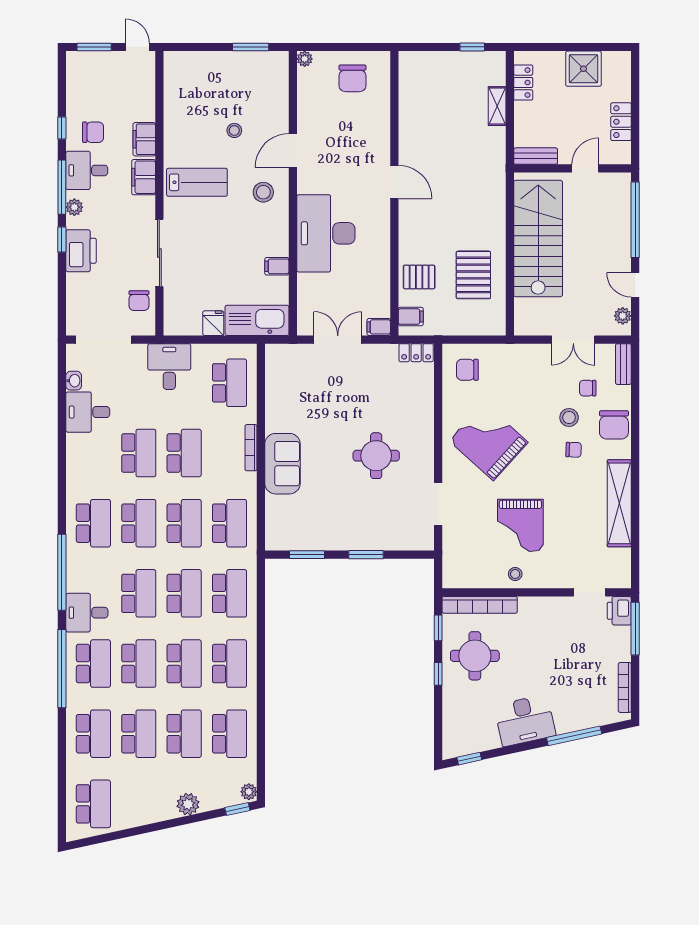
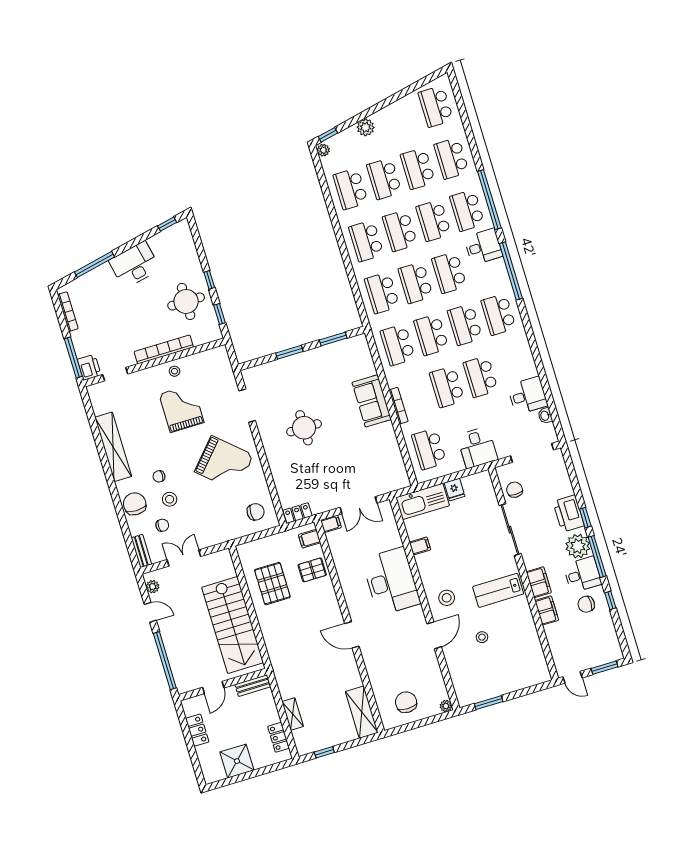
shelving: (411, 83) -> (362, 712), added
plant: (74, 207) -> (578, 546), width x1.87, depth x1.87
bookcase: (480, 605) -> (164, 349), moved

